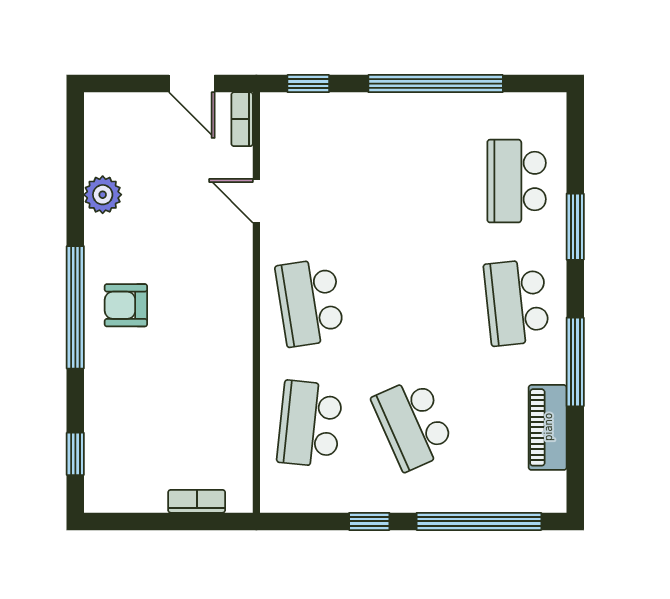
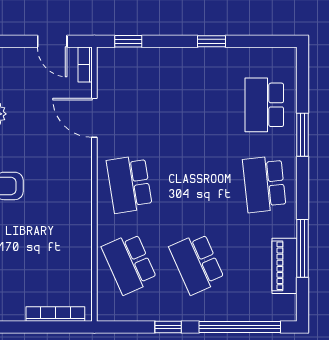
window: (436, 84) -> (211, 41), width x0.32
door: (256, 201) -> (94, 118), width x1.38
window: (575, 362) -> (303, 248), moved
school desk: (310, 424) -> (129, 263), turned -30
bookcase: (197, 501) -> (55, 314), width x1.56

